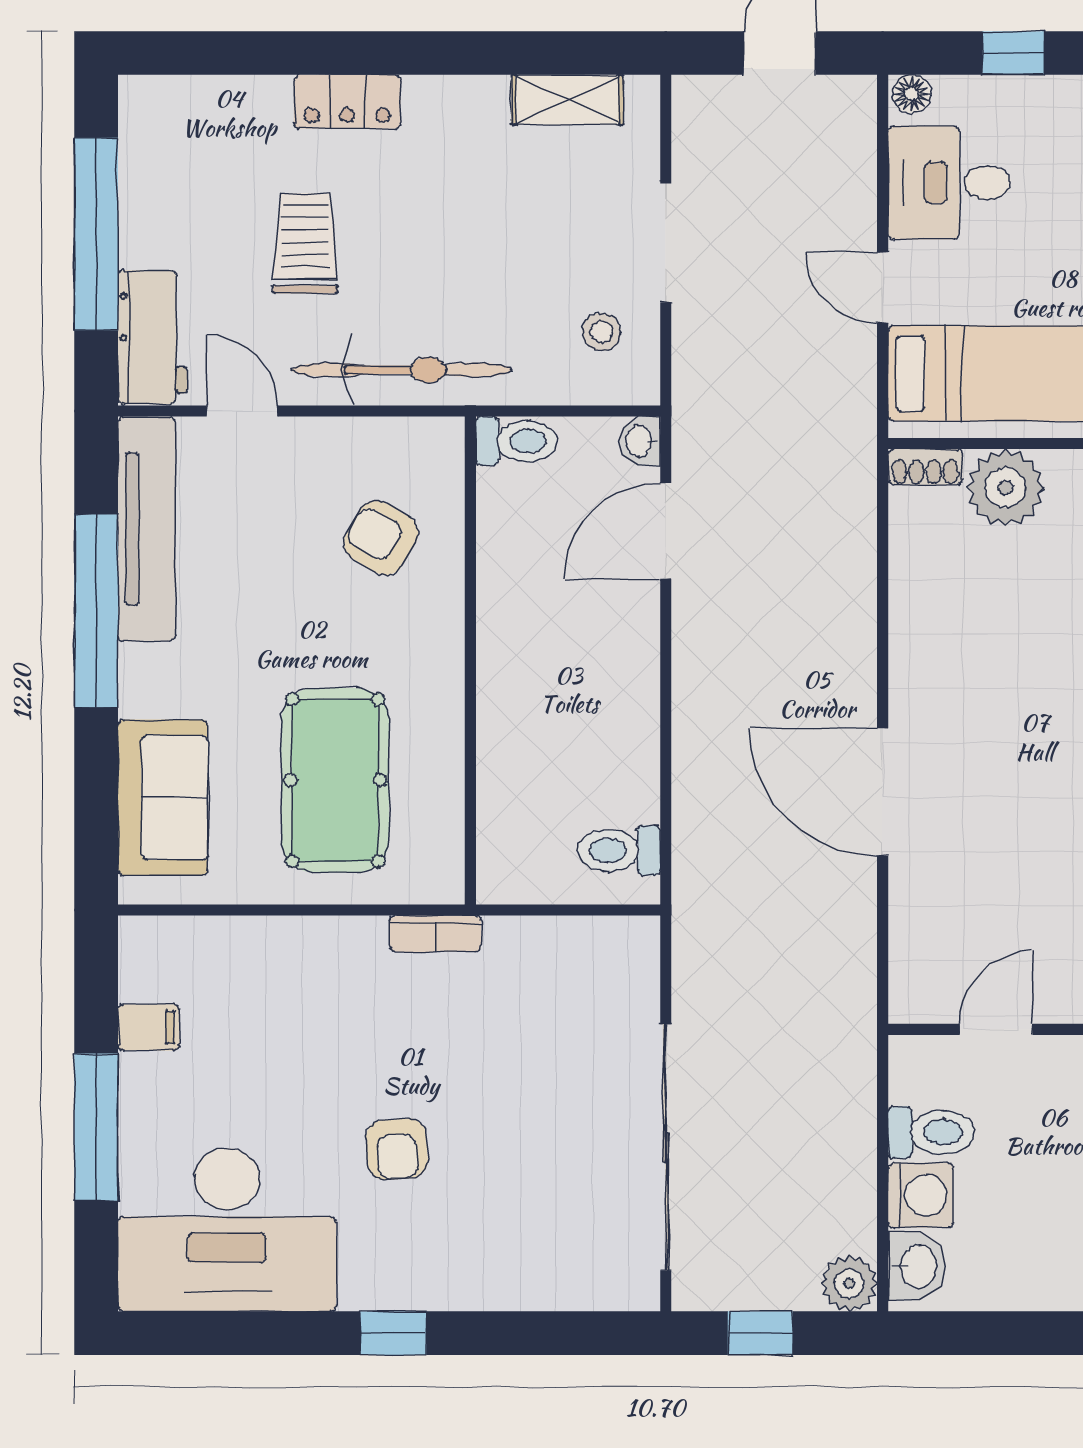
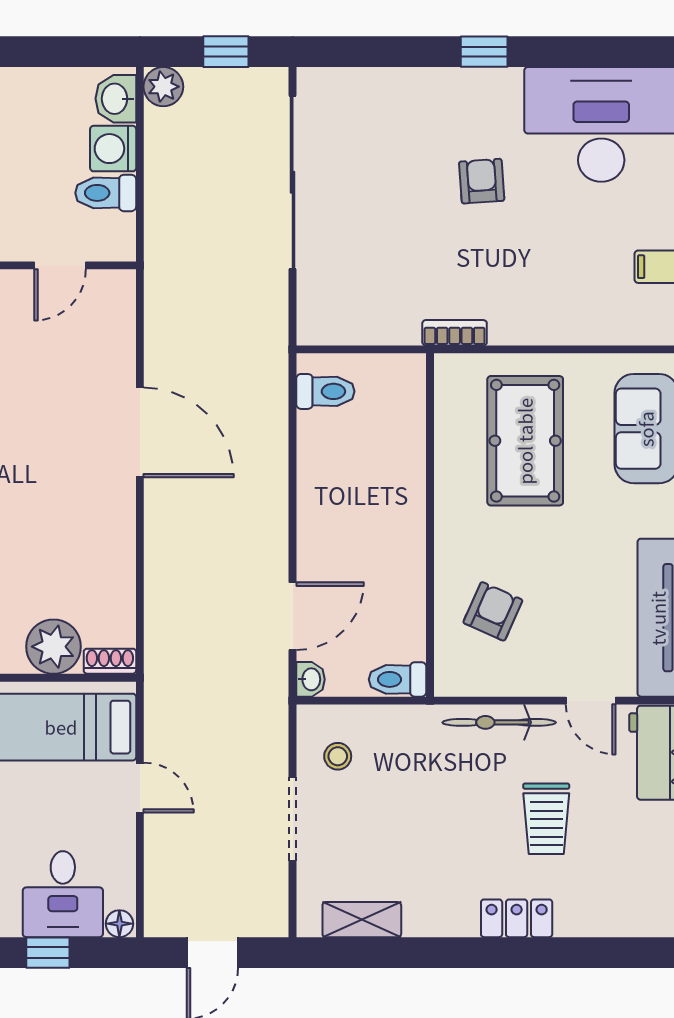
desk: (949, 183) -> (63, 894), moved, turned 90
bicycle: (402, 370) -> (499, 722), width x0.73, depth x0.71
armchair: (381, 538) -> (493, 611), turned -96

